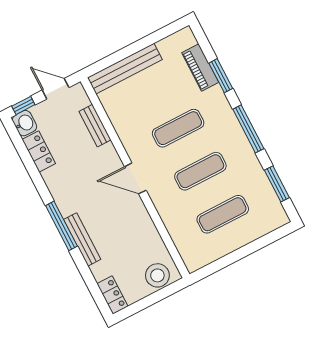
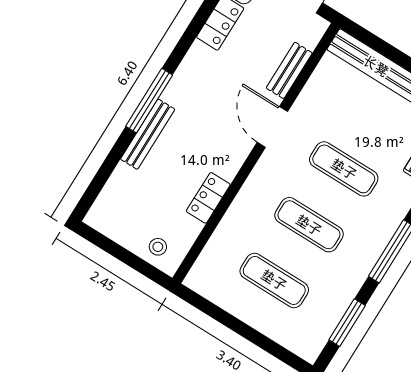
door: (135, 178) -> (272, 127), moved
stool: (157, 275) -> (158, 247), width x0.53, depth x0.53
locker: (112, 295) -> (208, 198), moved, turned 180

